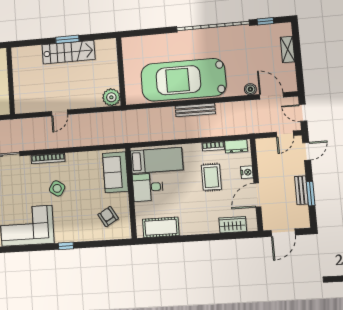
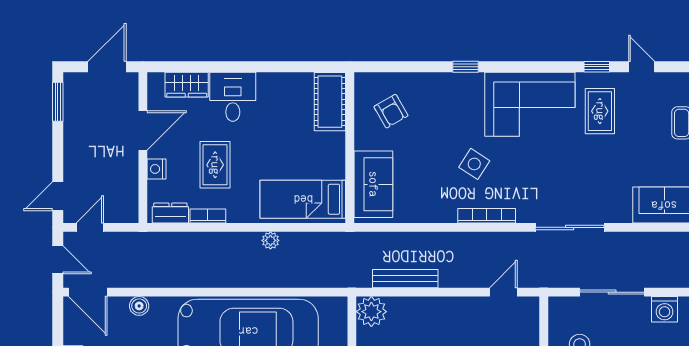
door: (271, 96) -> (88, 292), moved
bench: (195, 110) -> (405, 279), moved
door: (60, 113) -> (503, 292), moved
plant: (174, 134) -> (270, 240), added
desk: (148, 187) -> (233, 97), moved, turned -90
bench: (301, 190) -> (72, 133), removed
window: (311, 194) -> (58, 102), moved
cot: (161, 227) -> (330, 102), moved, turned 90

